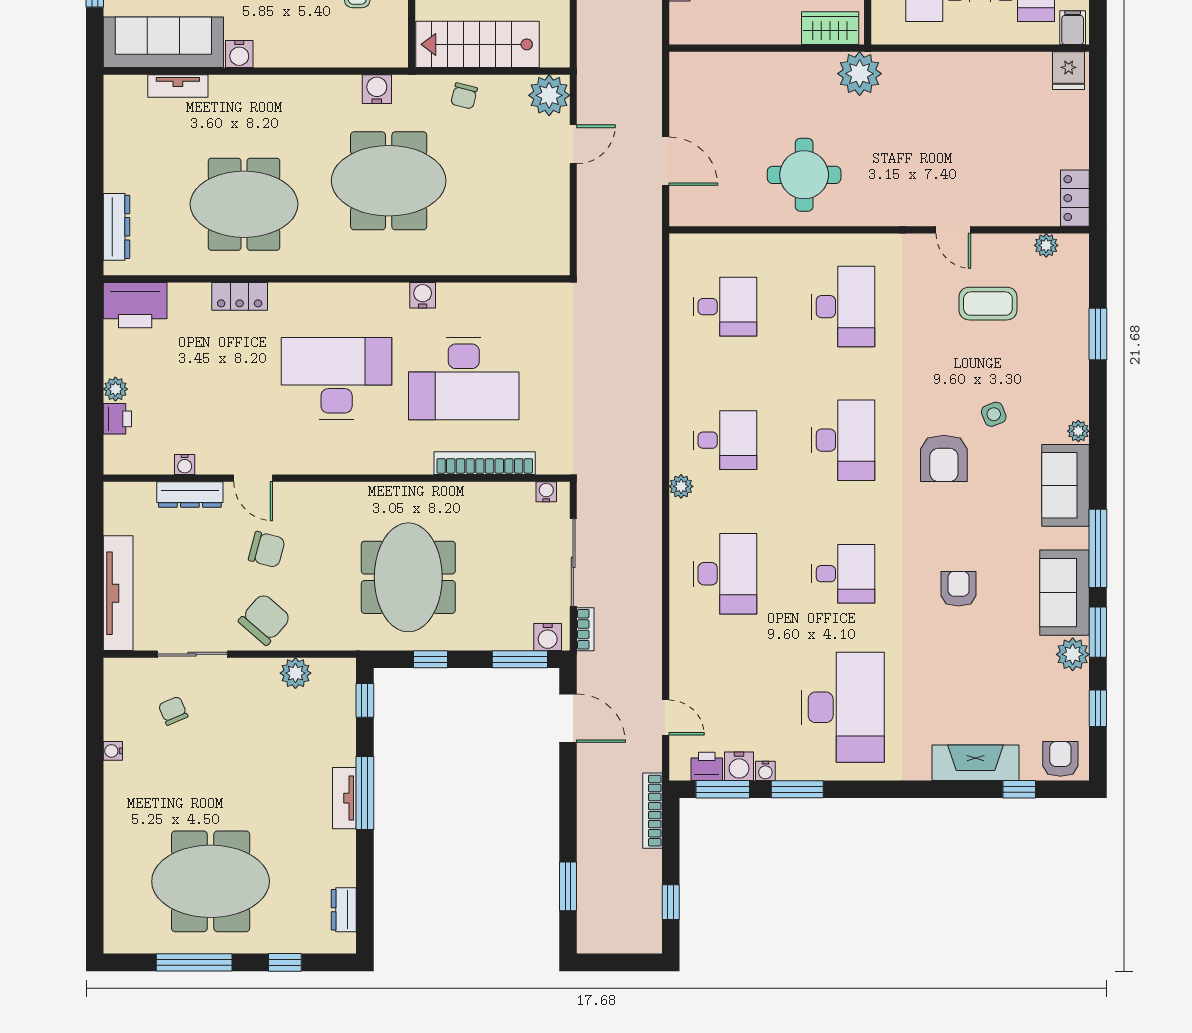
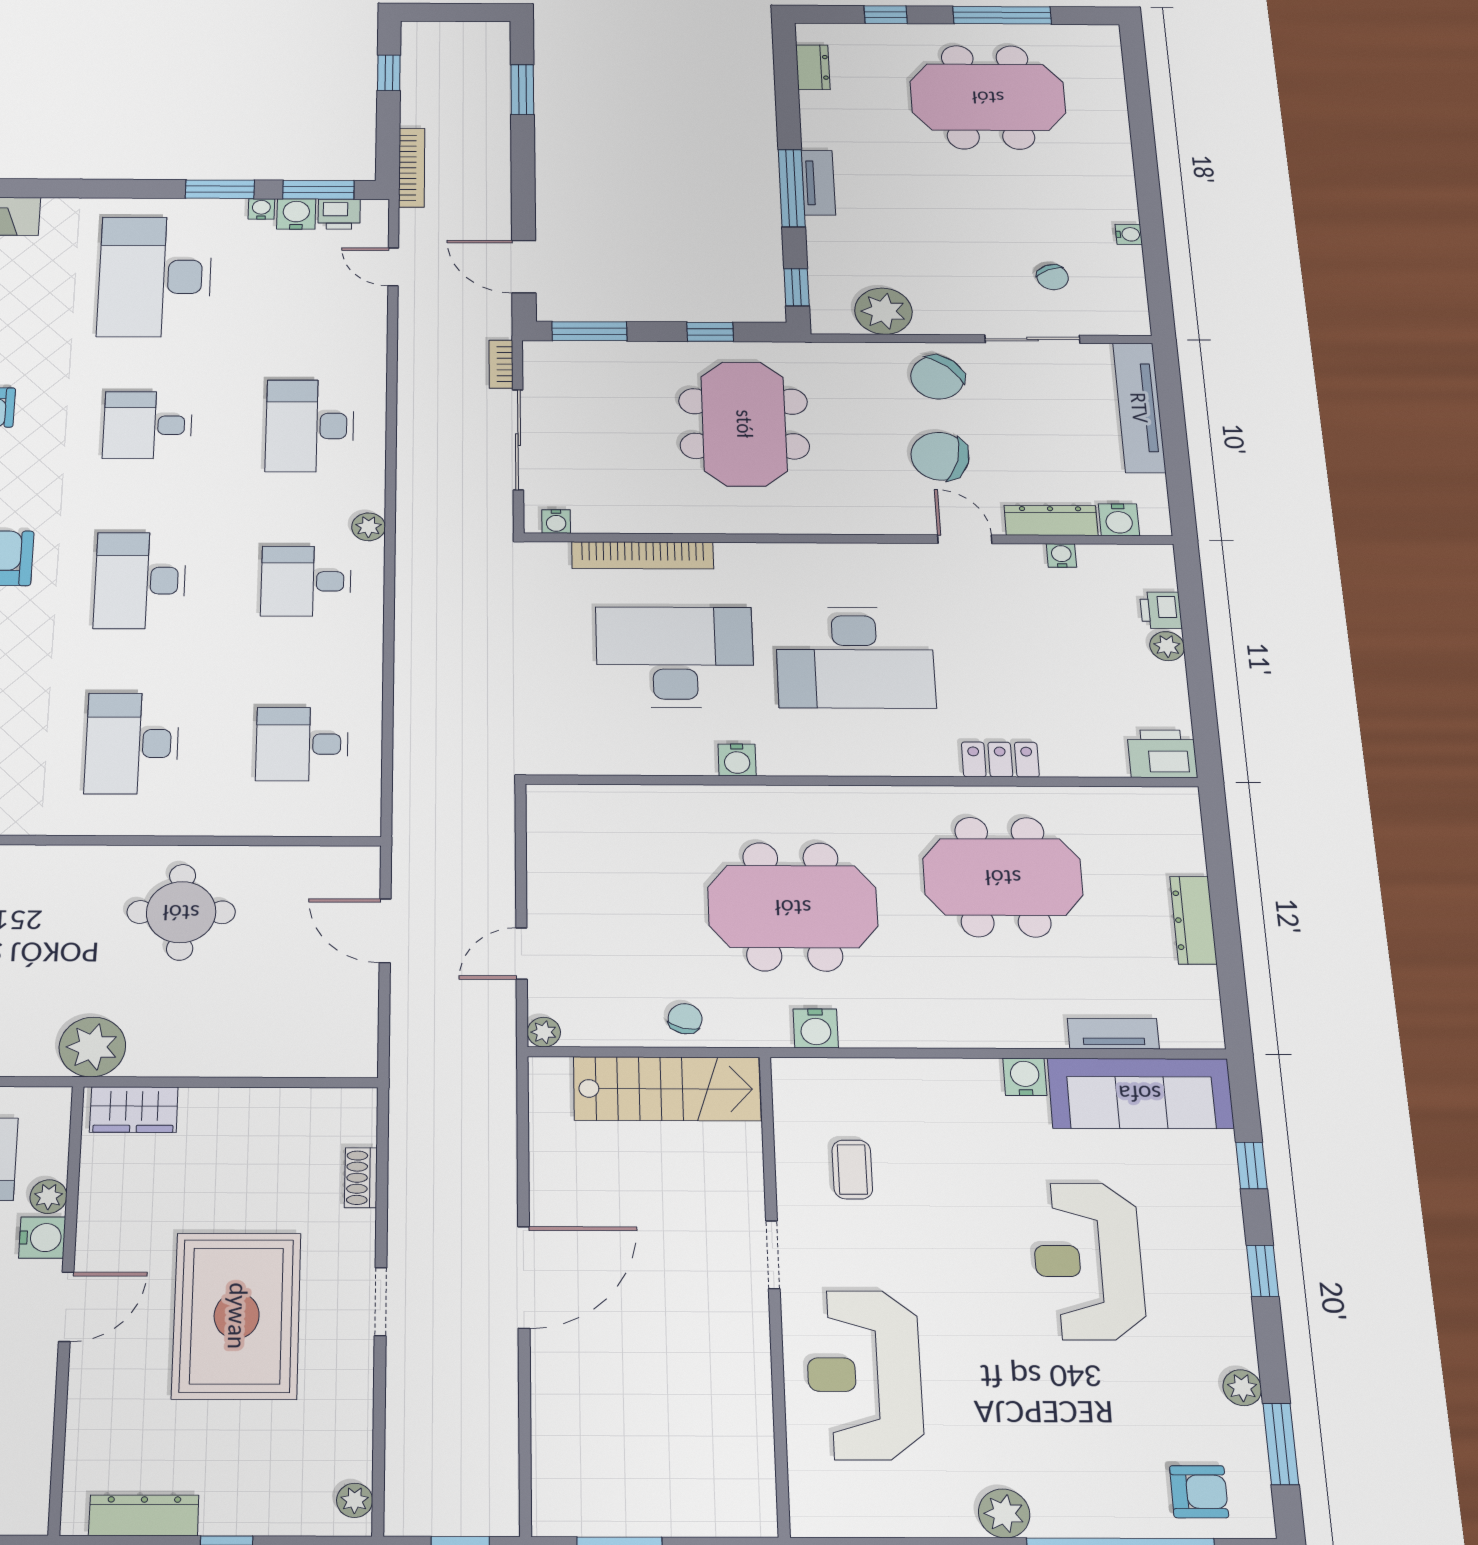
plant: (549, 95) -> (544, 1032), width x0.53, depth x0.53
dresser: (116, 227) -> (1193, 920), moved
printer: (135, 305) -> (1162, 754), width x0.73, depth x0.84
chair: (267, 550) -> (940, 456), width x1.37, depth x1.37
water cooler: (548, 637) -> (1119, 520), moved, turned 180
plant: (295, 673) -> (883, 311), width x1.36, depth x1.36

